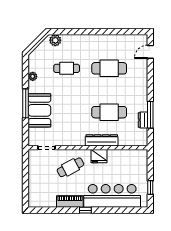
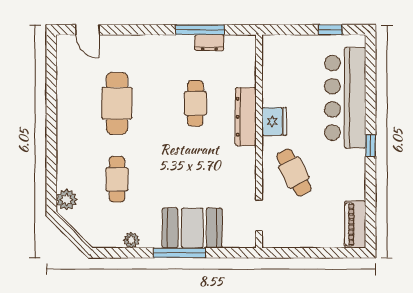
cafe table: (109, 112) -> (195, 103), width x0.73, depth x0.74
piano: (70, 202) -> (355, 224), moved

